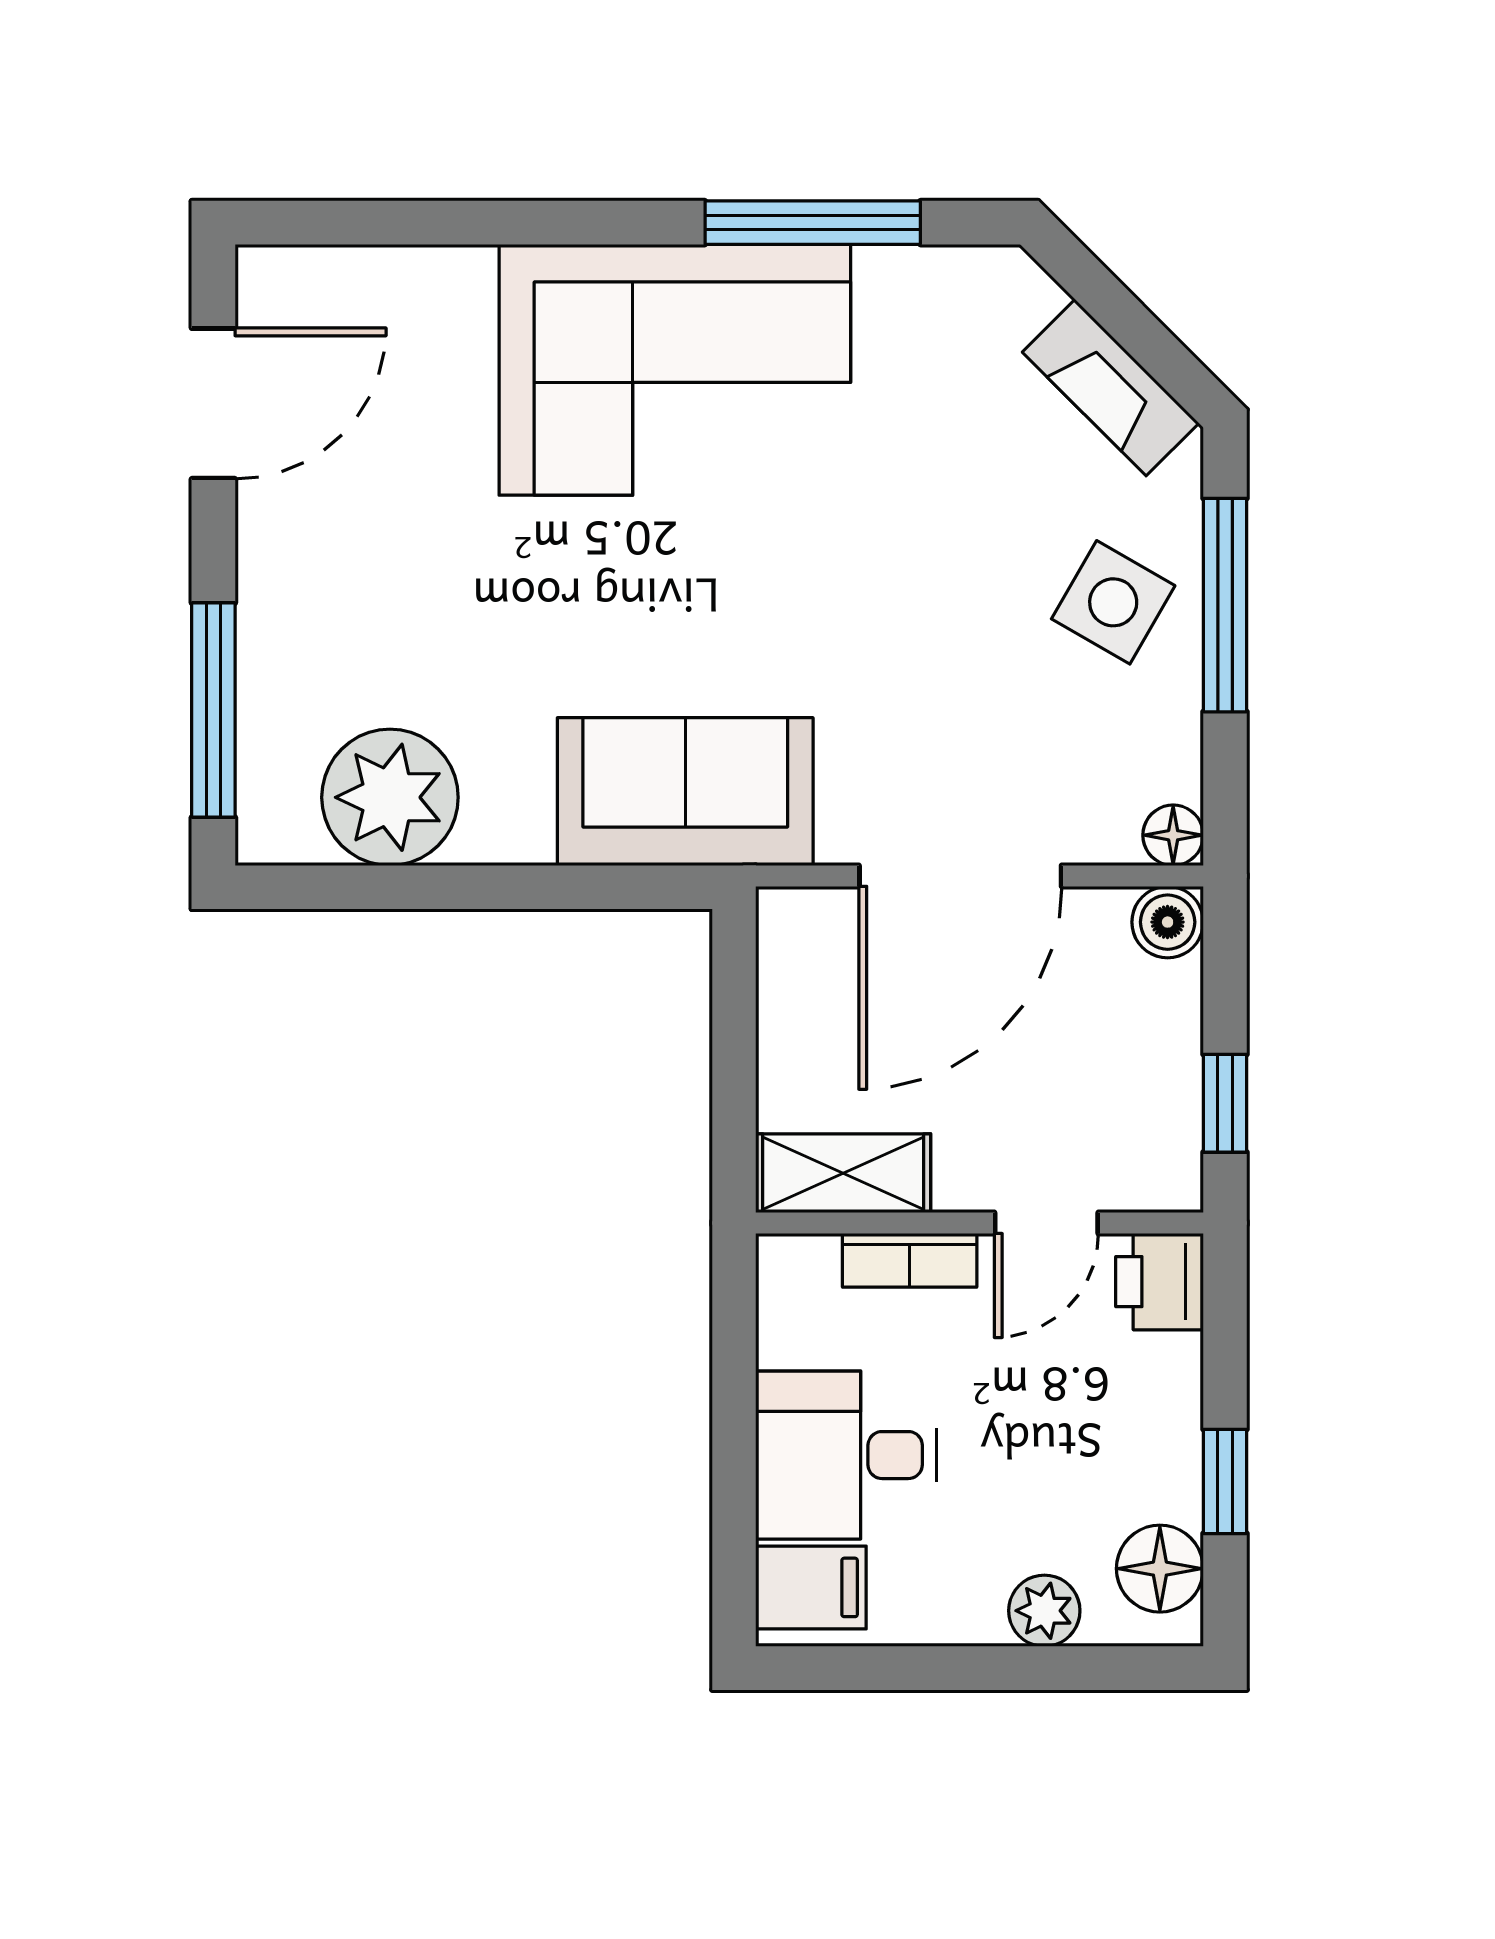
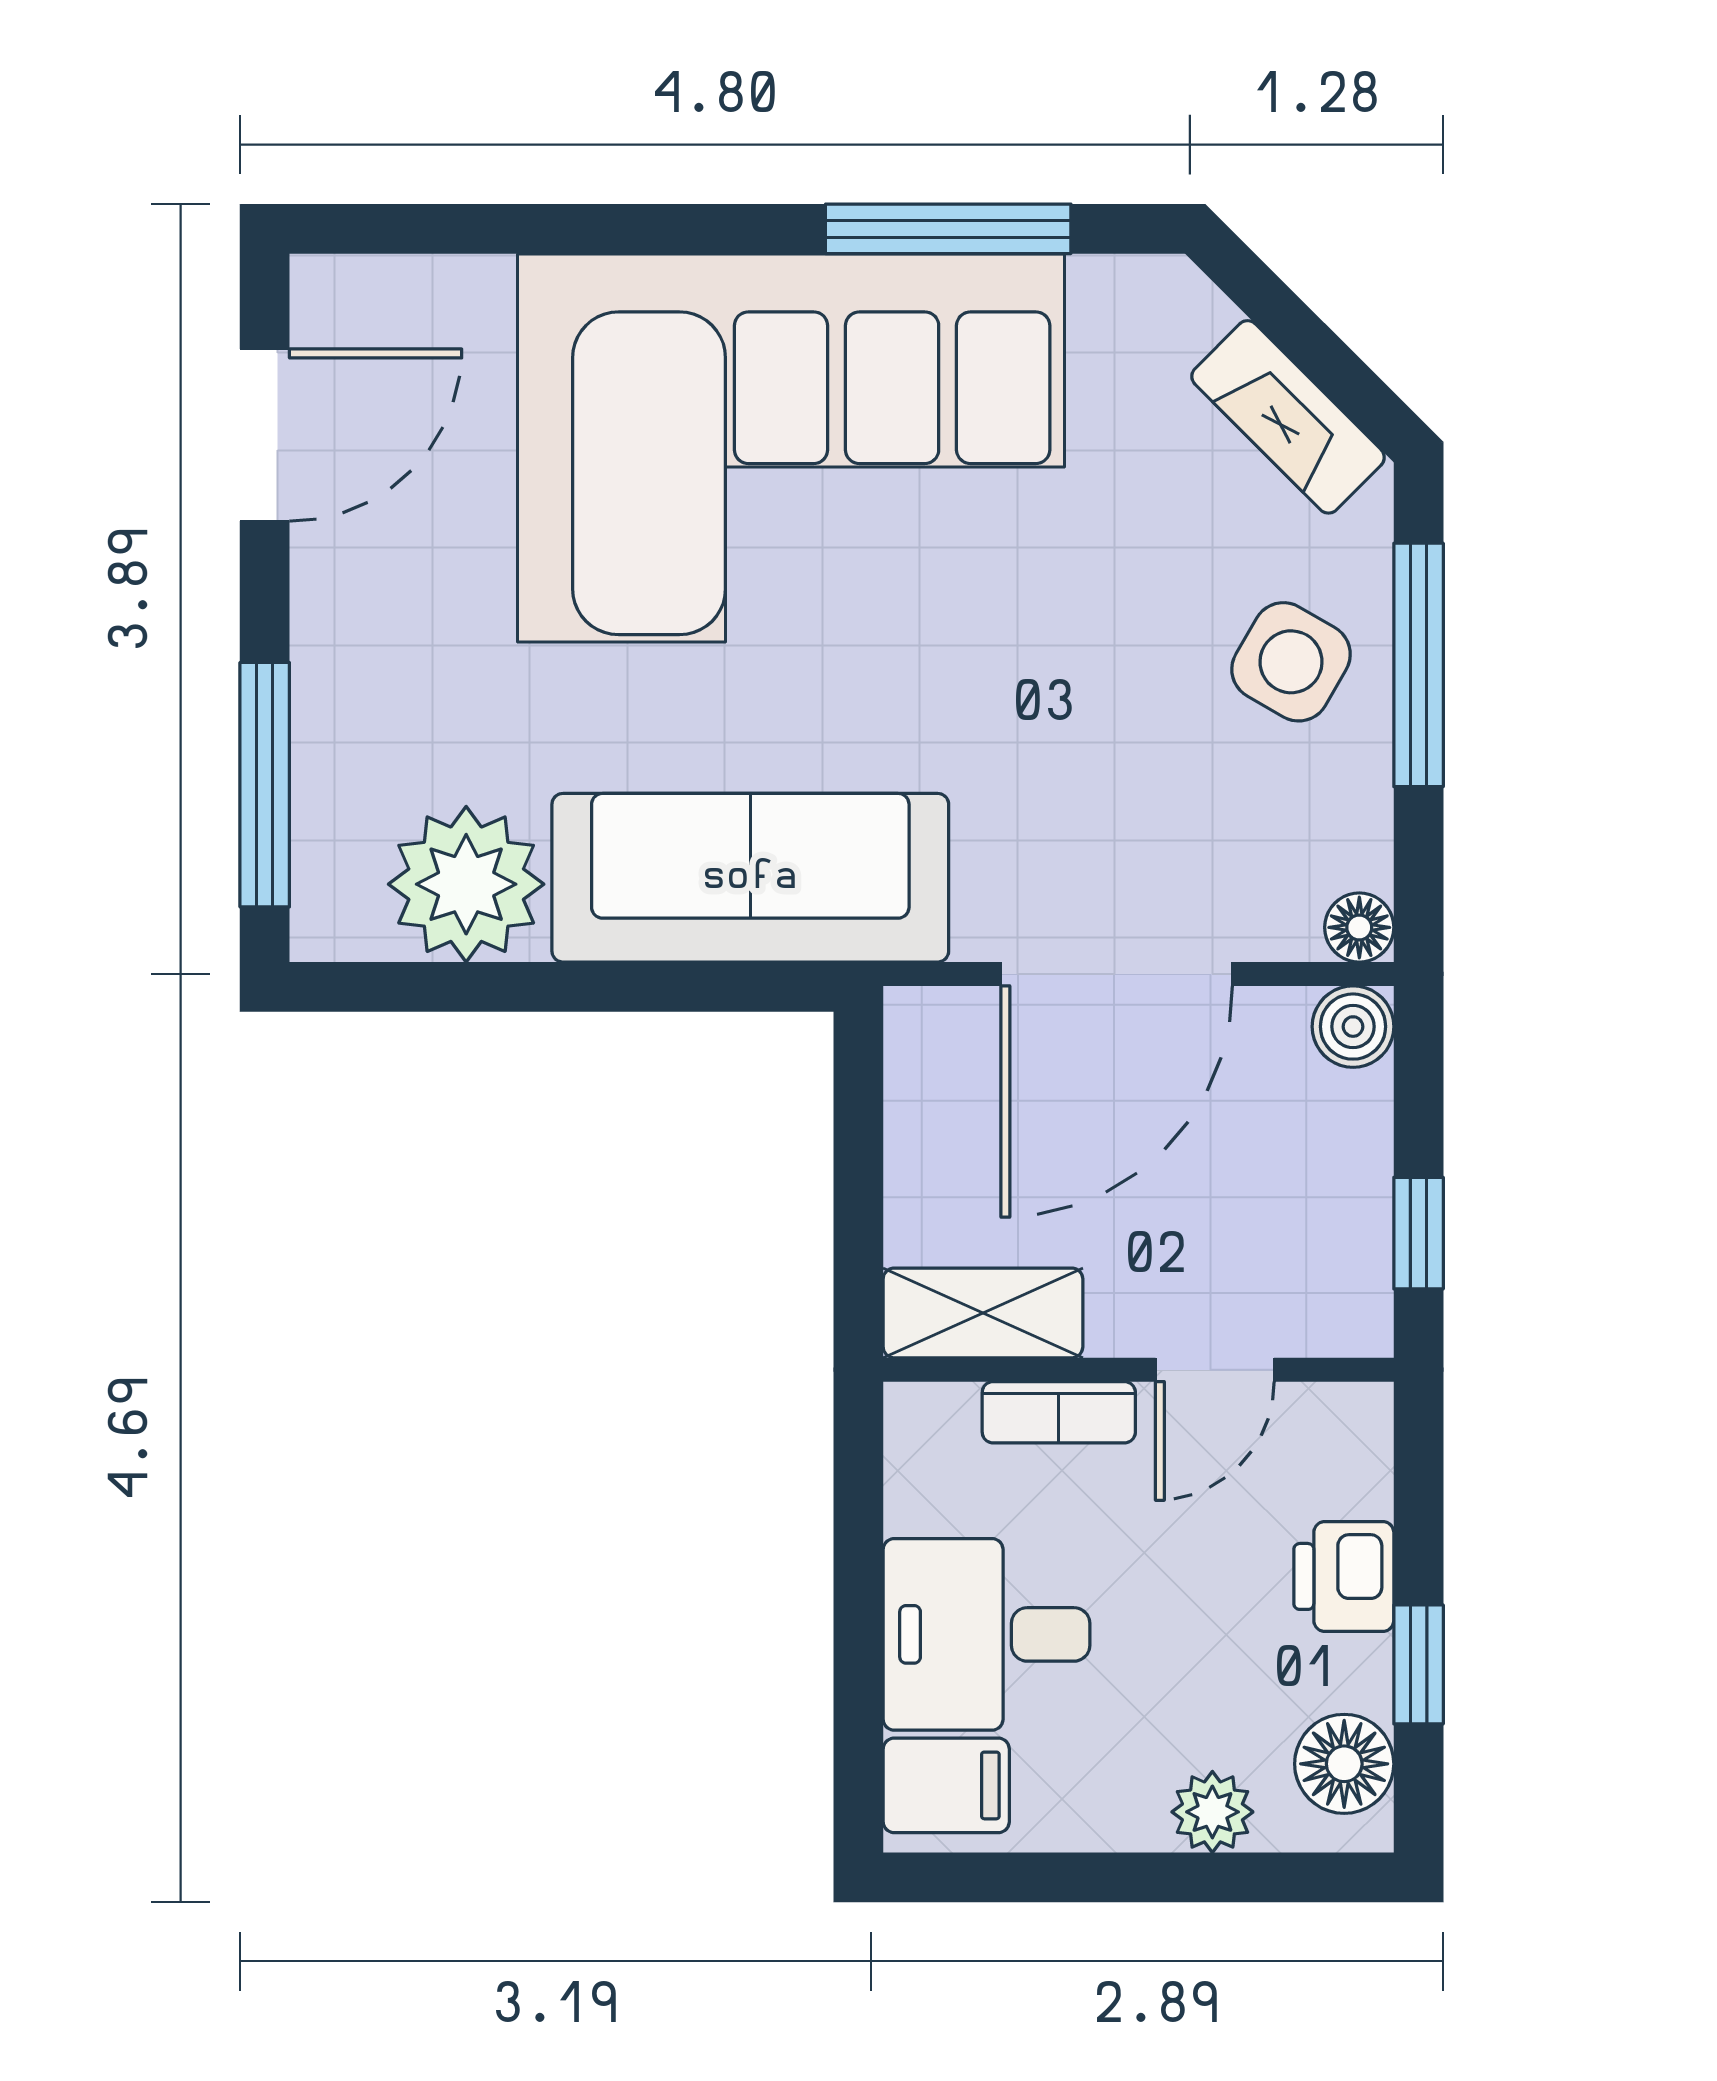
corner sofa: (675, 370) -> (791, 448), width x1.36, depth x1.36
sofa: (685, 792) -> (750, 878), width x1.36
printer: (1160, 1282) -> (1344, 1576), moved

